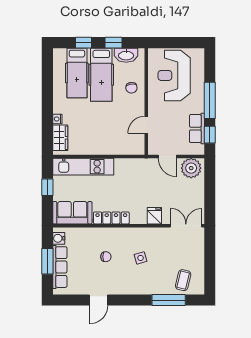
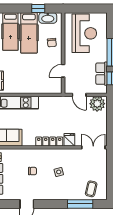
window: (83, 43) -> (15, 8), removed
reception desk: (174, 75) -> (84, 33), turned 180
locker: (111, 218) -> (49, 142), moved

